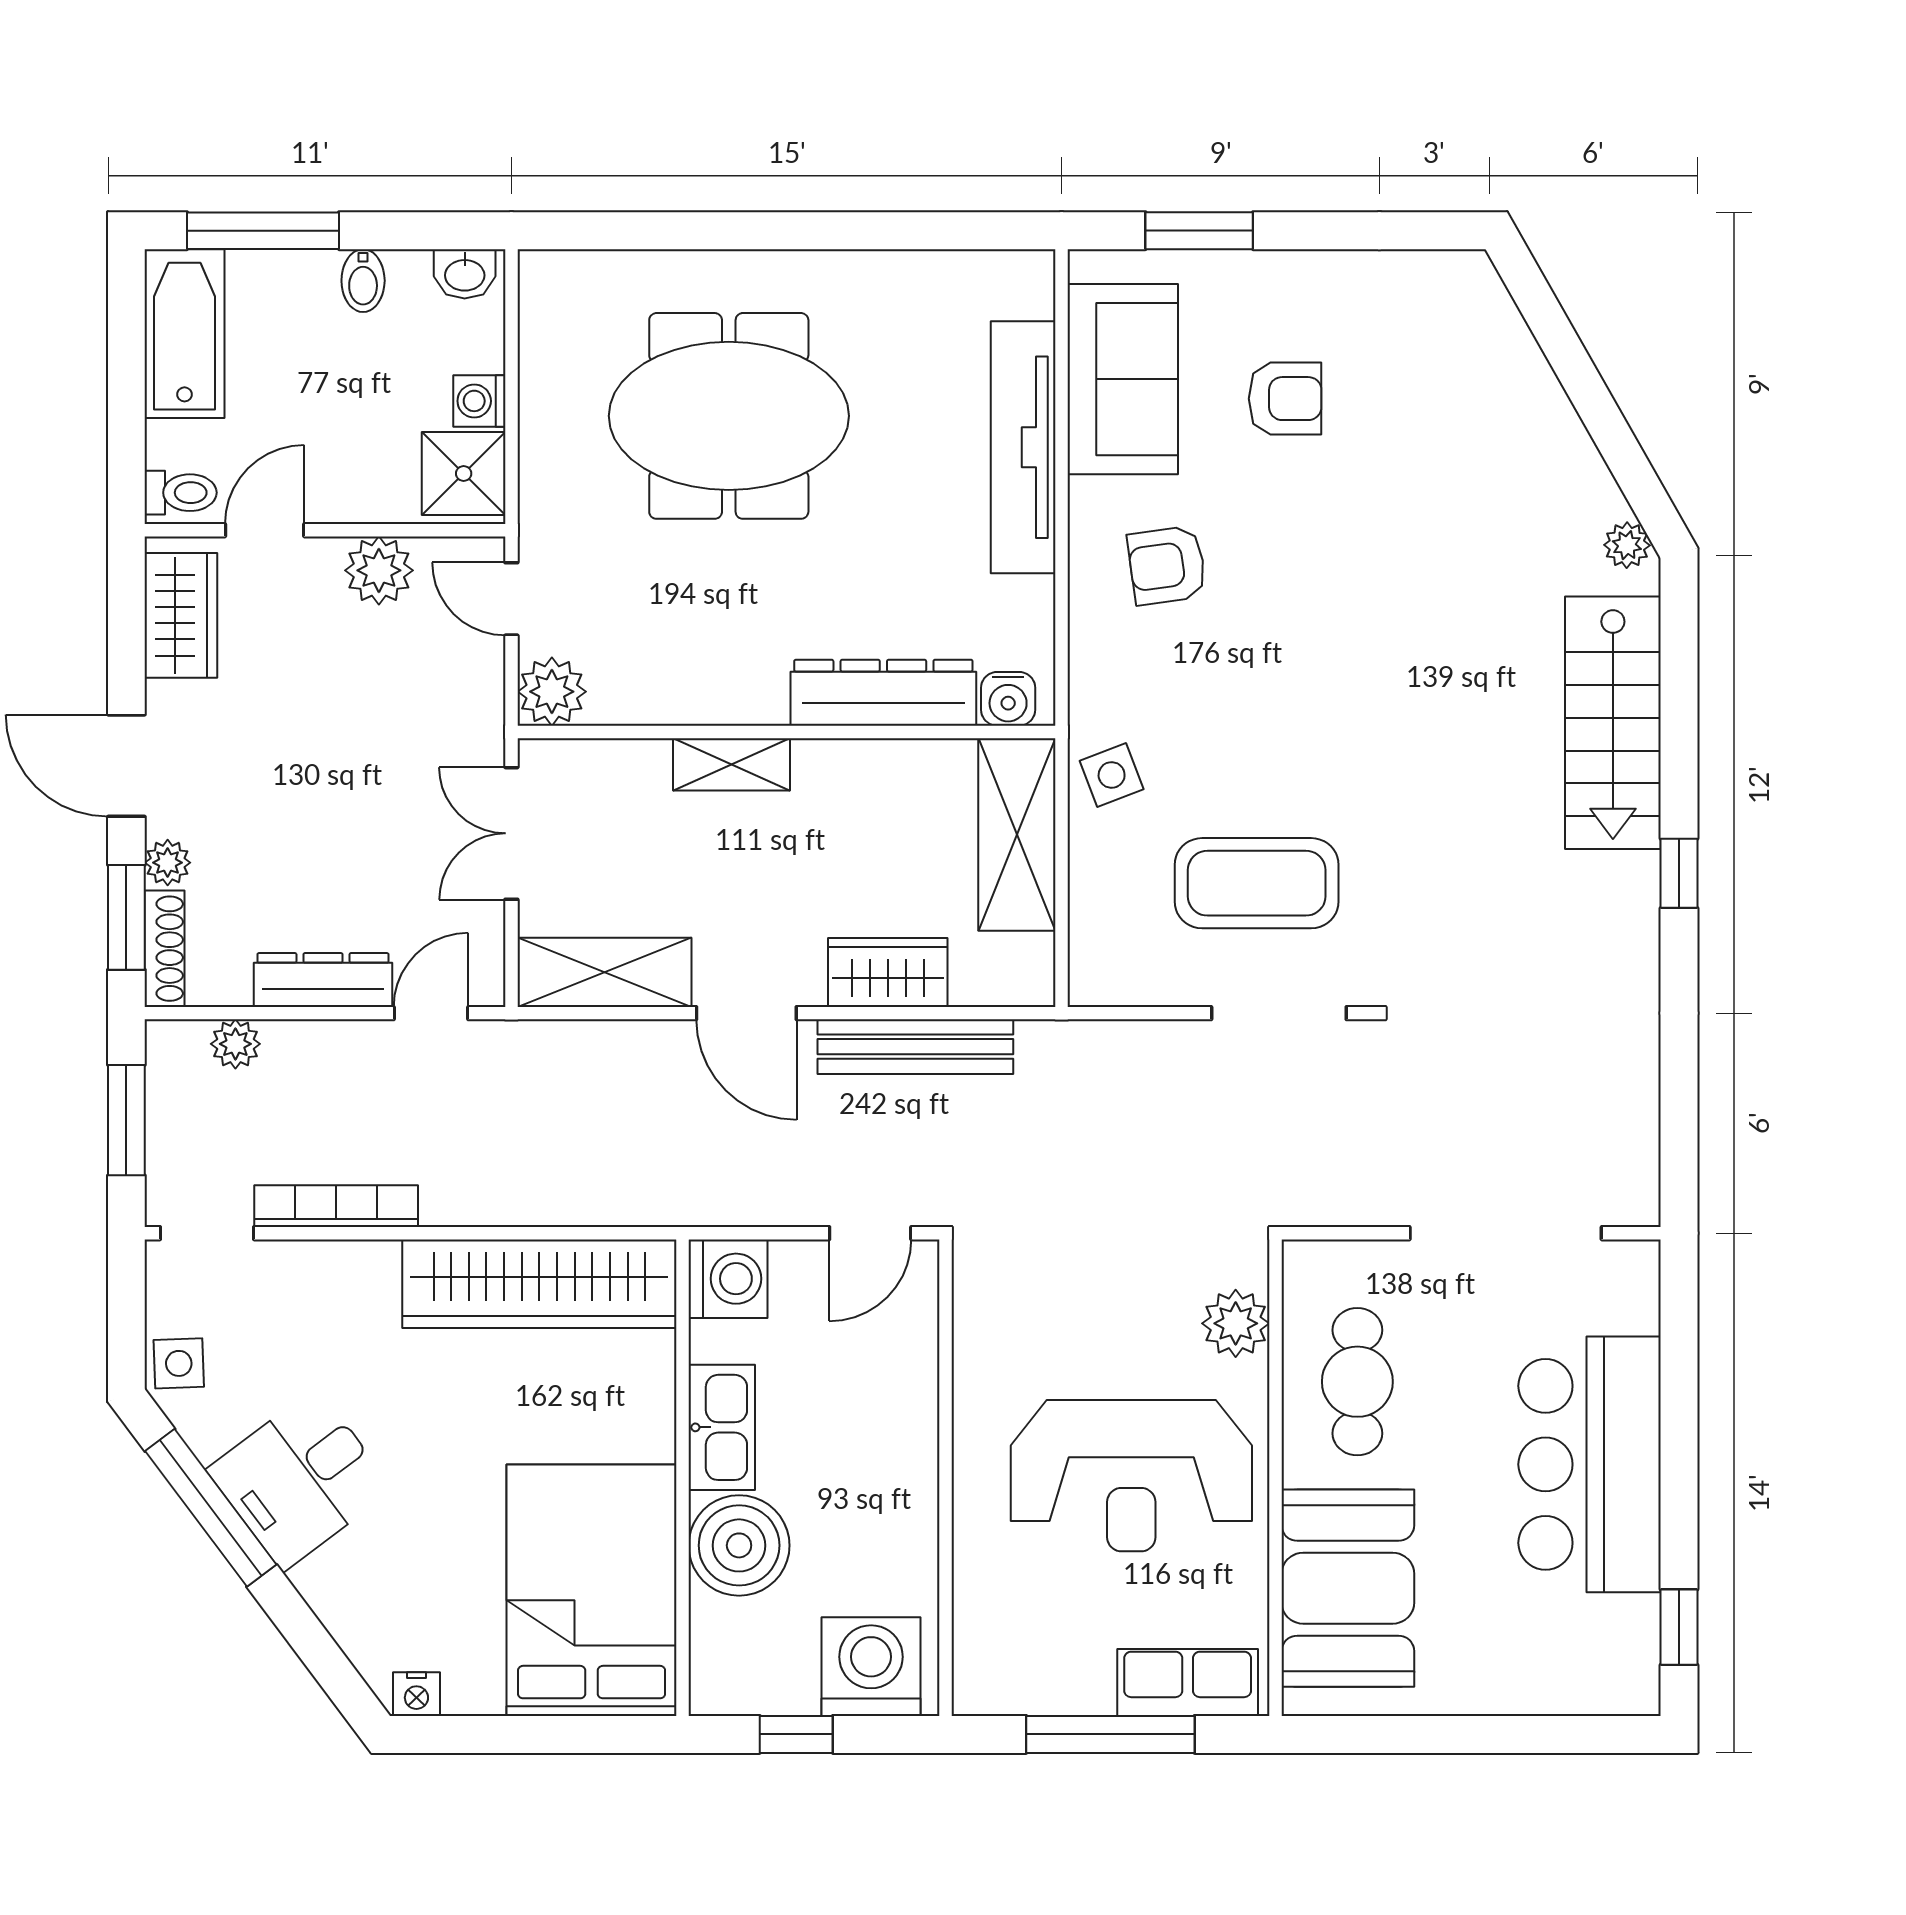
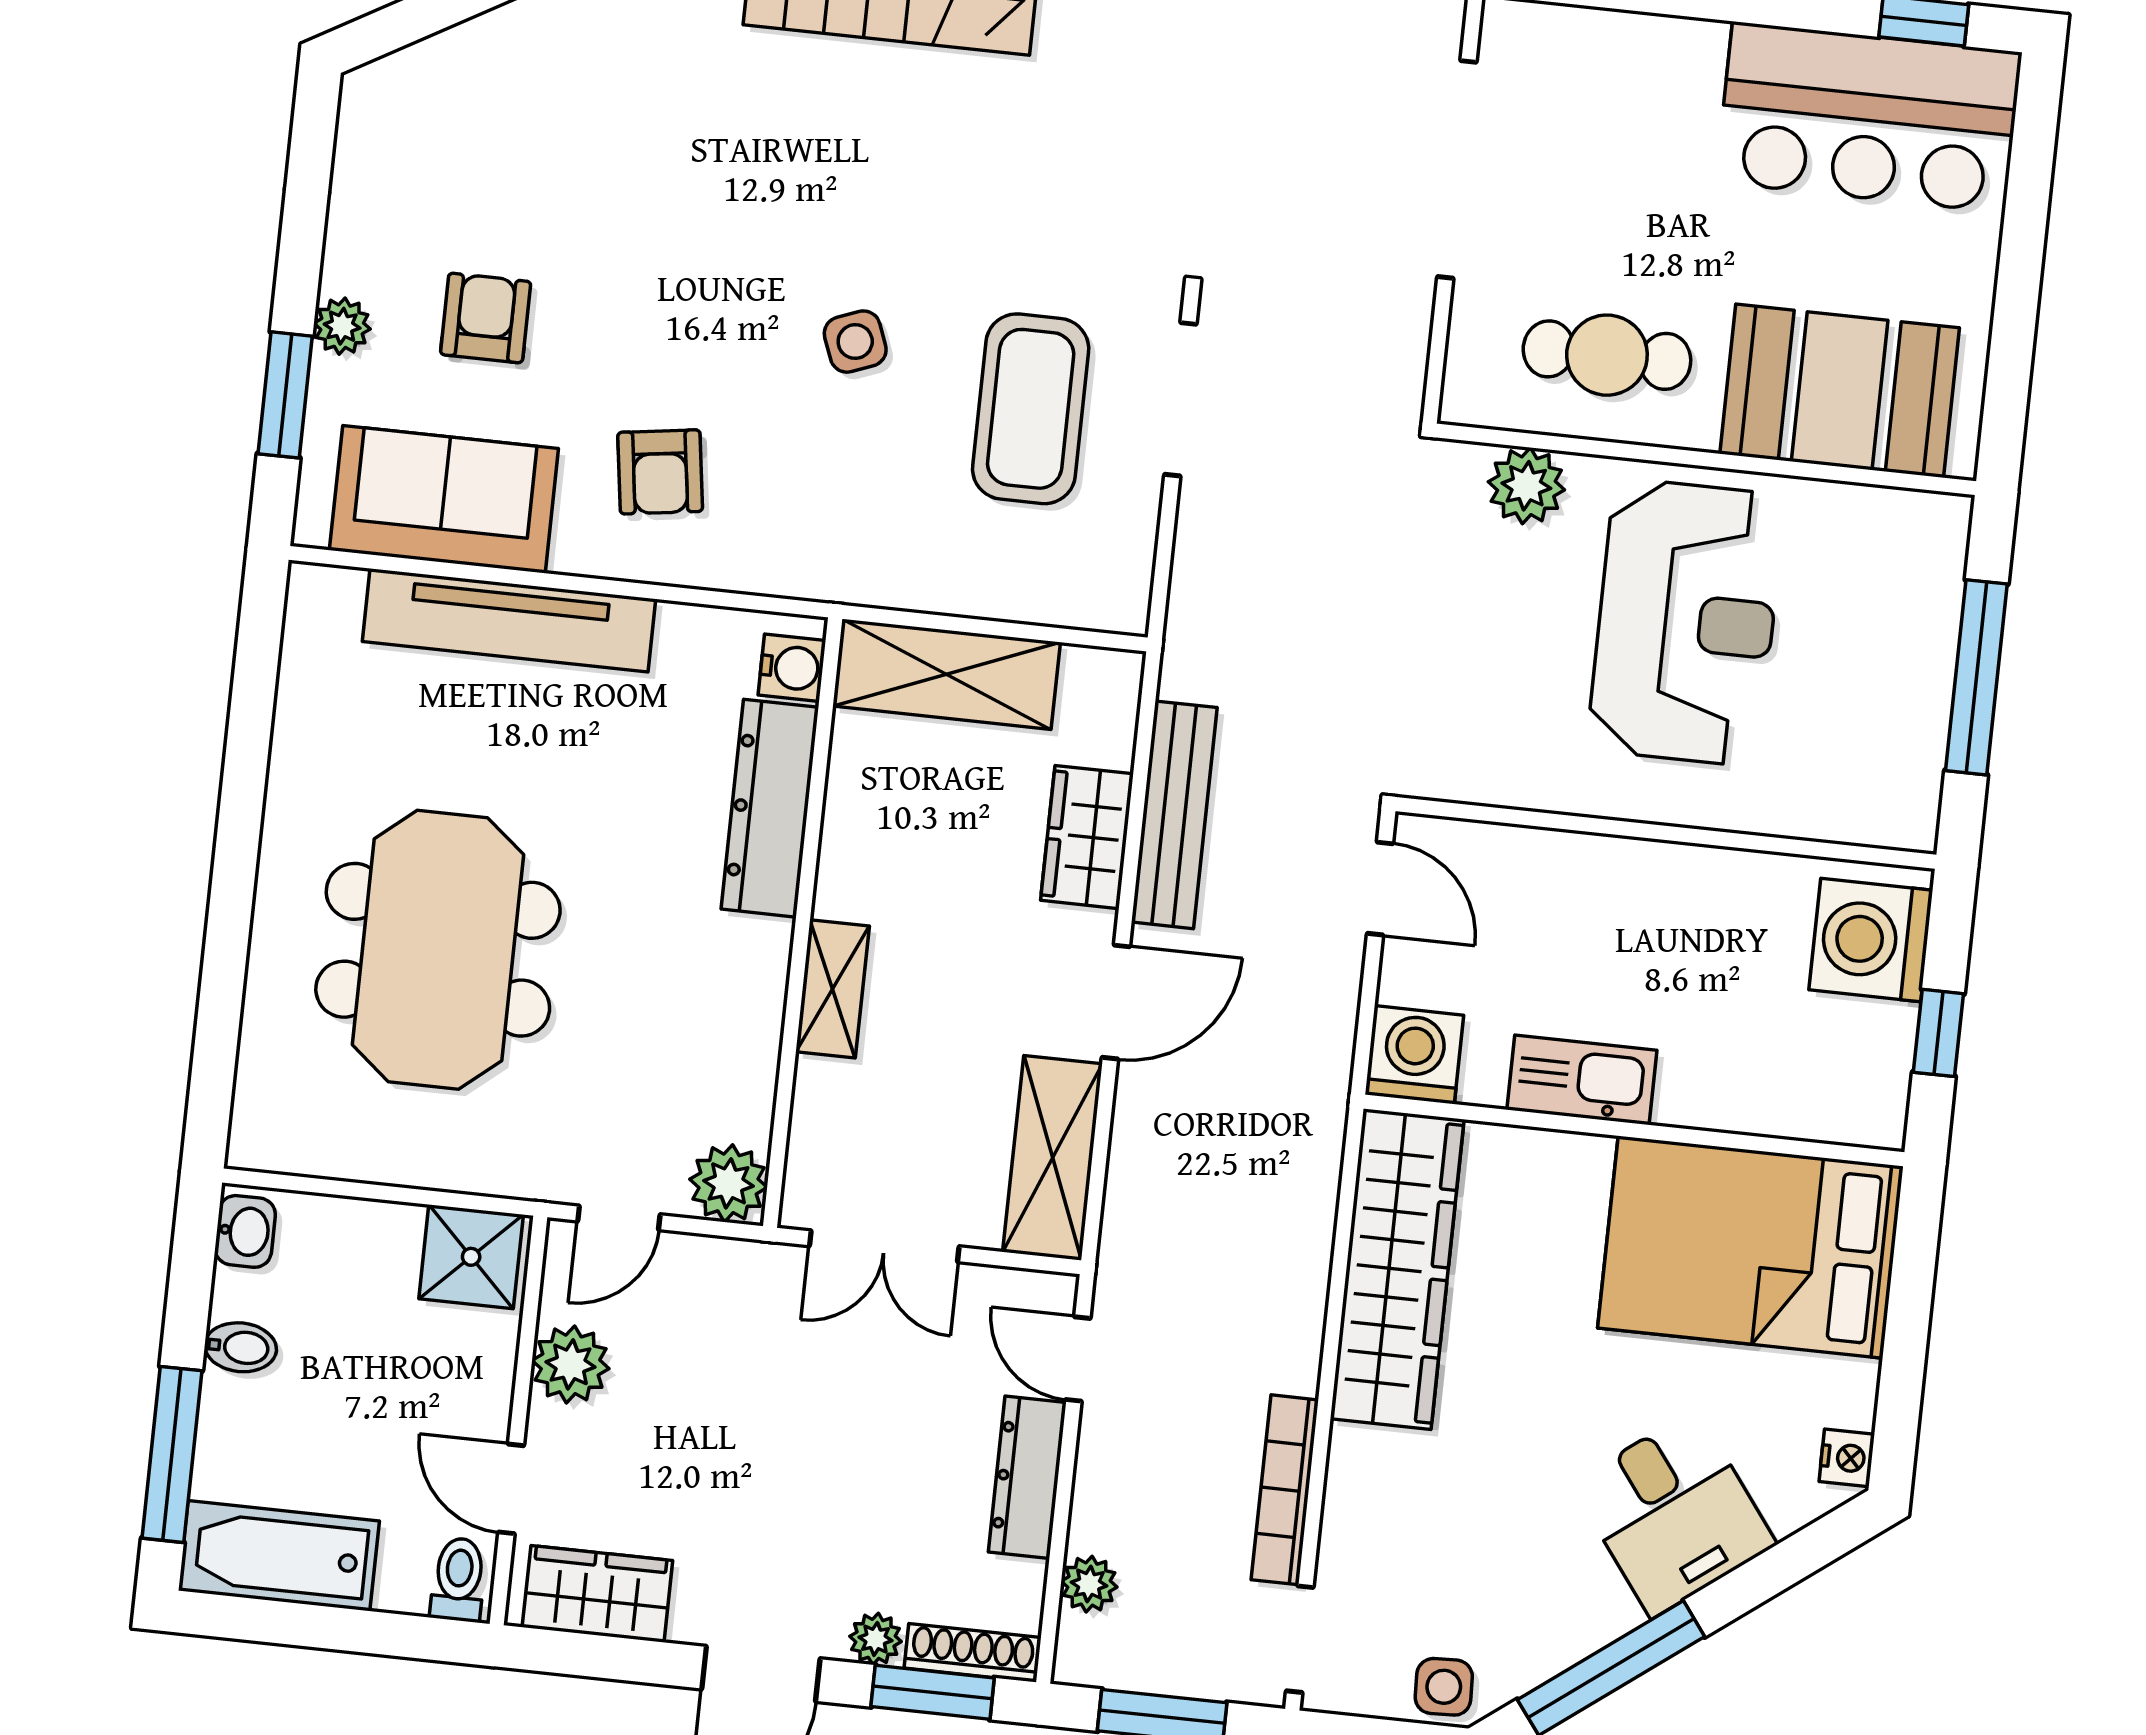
plant: (1265, 274) -> (342, 326), added
washing machine: (479, 401) -> (391, 1230), removed
side table: (1112, 775) -> (855, 342), moved
bar counter: (1590, 1464) -> (1869, 117), moved
desk: (300, 1479) -> (1674, 1514), moved
boiler: (739, 1545) -> (1718, 1075), removed
row of seats: (1188, 1682) -> (1927, 584), removed

